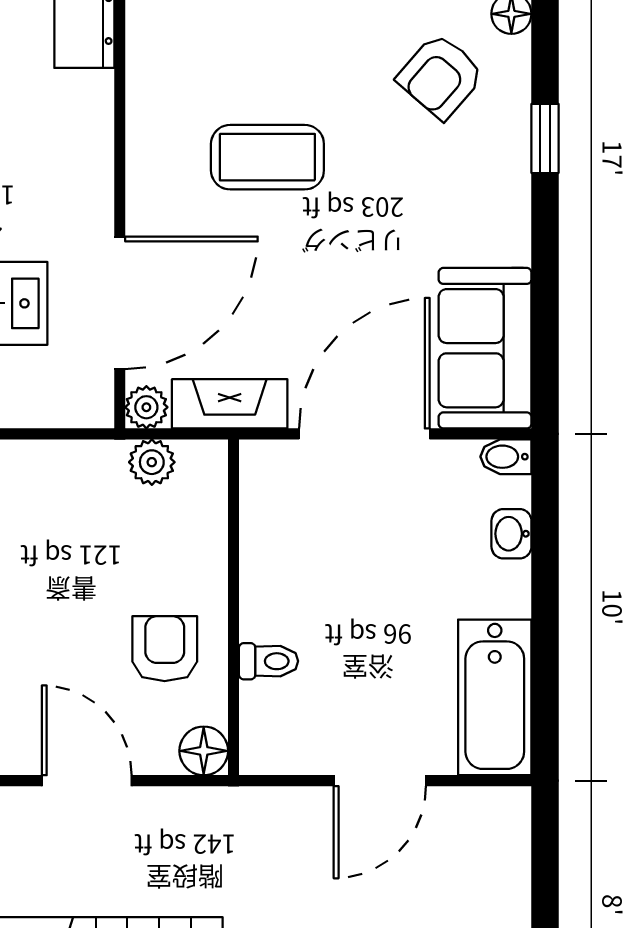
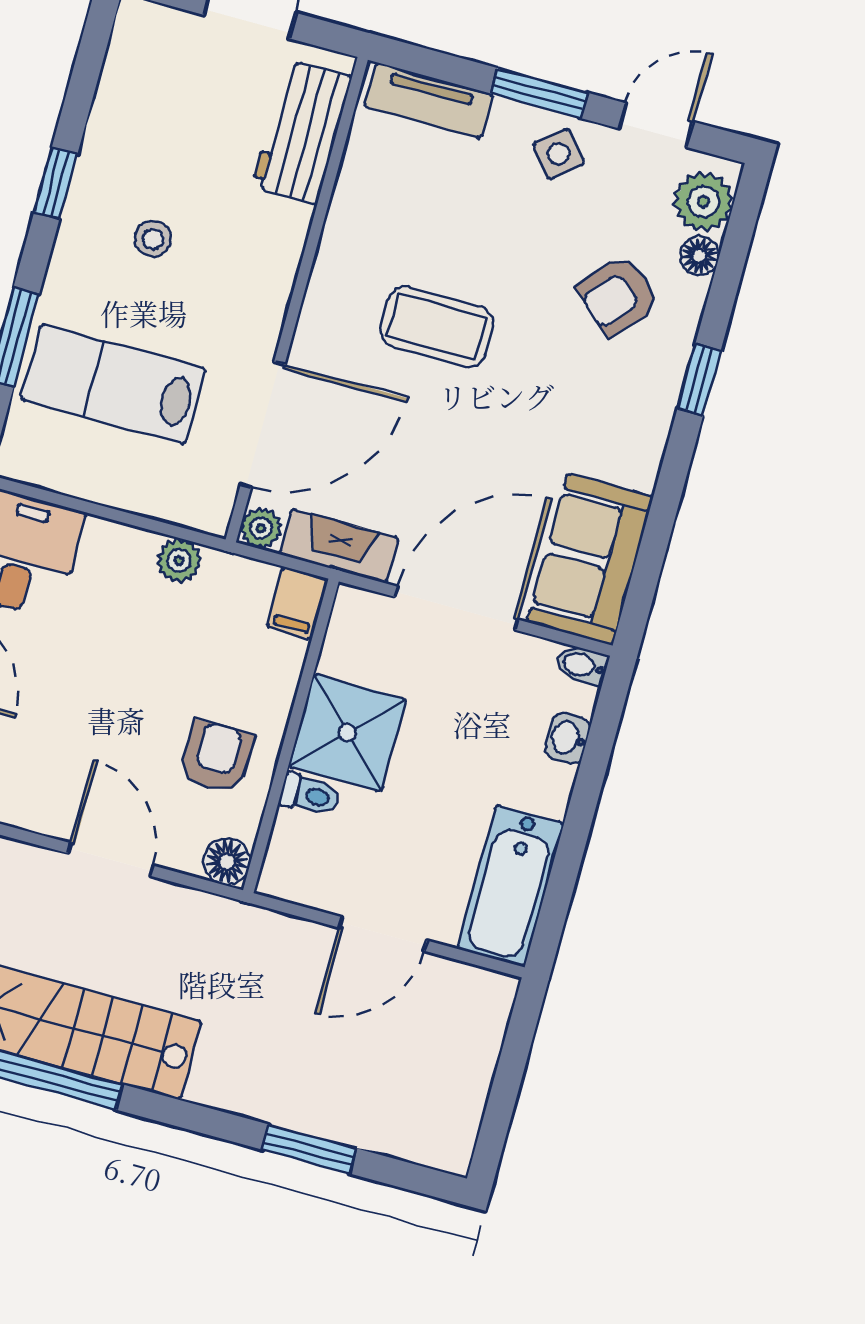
plant: (152, 462) -> (179, 561), moved
filing cabinet: (204, 472) -> (297, 603), added
shower: (289, 589) -> (347, 733), added

